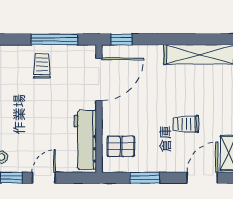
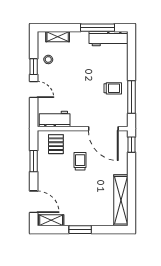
trolley: (186, 124) -> (80, 161), moved
workbench: (85, 140) -> (55, 119), width x0.73

